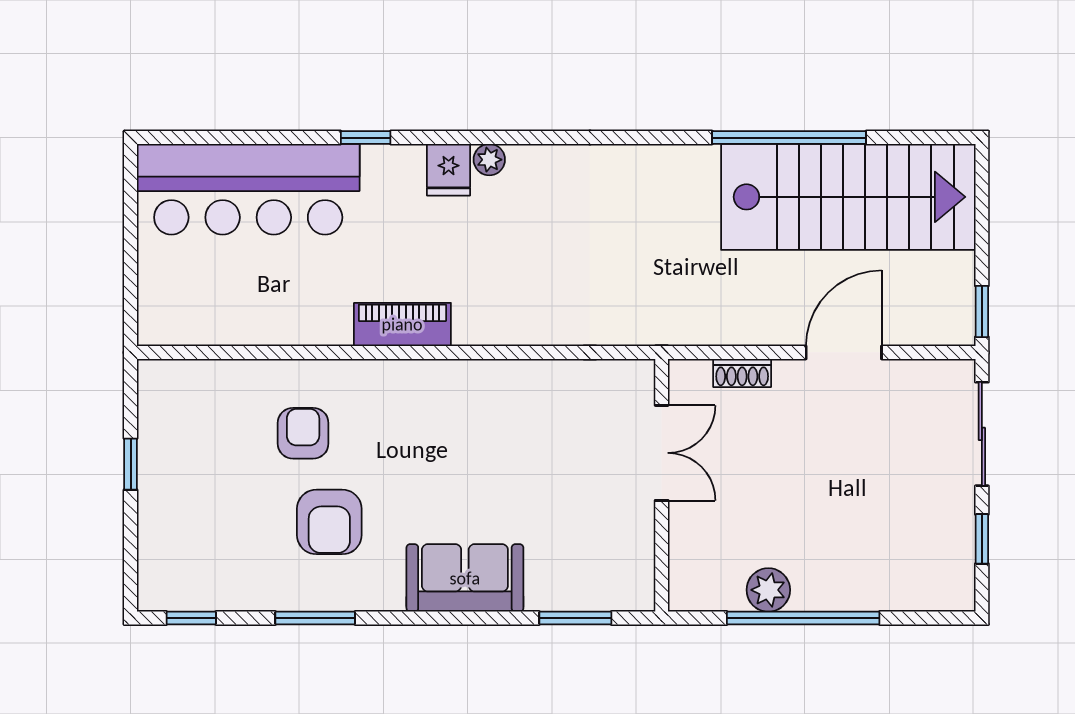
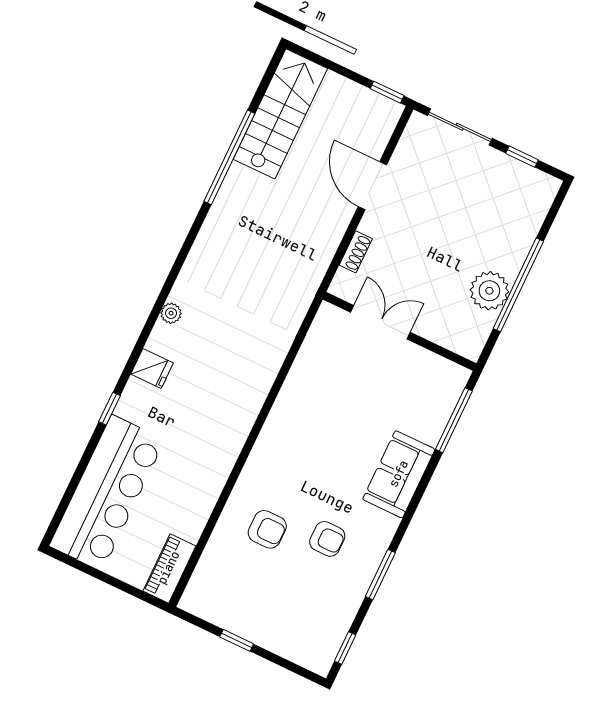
plant: (489, 160) -> (171, 313), moved
stairs: (848, 197) -> (280, 114), width x0.73, depth x0.66
piano: (402, 324) -> (169, 568), moved
armchair: (303, 433) -> (267, 529), turned 180
armchair: (329, 522) -> (327, 539), width x0.72, depth x0.72
plant: (768, 590) -> (489, 291), width x1.36, depth x1.36
window: (575, 618) -> (454, 420), width x1.44

